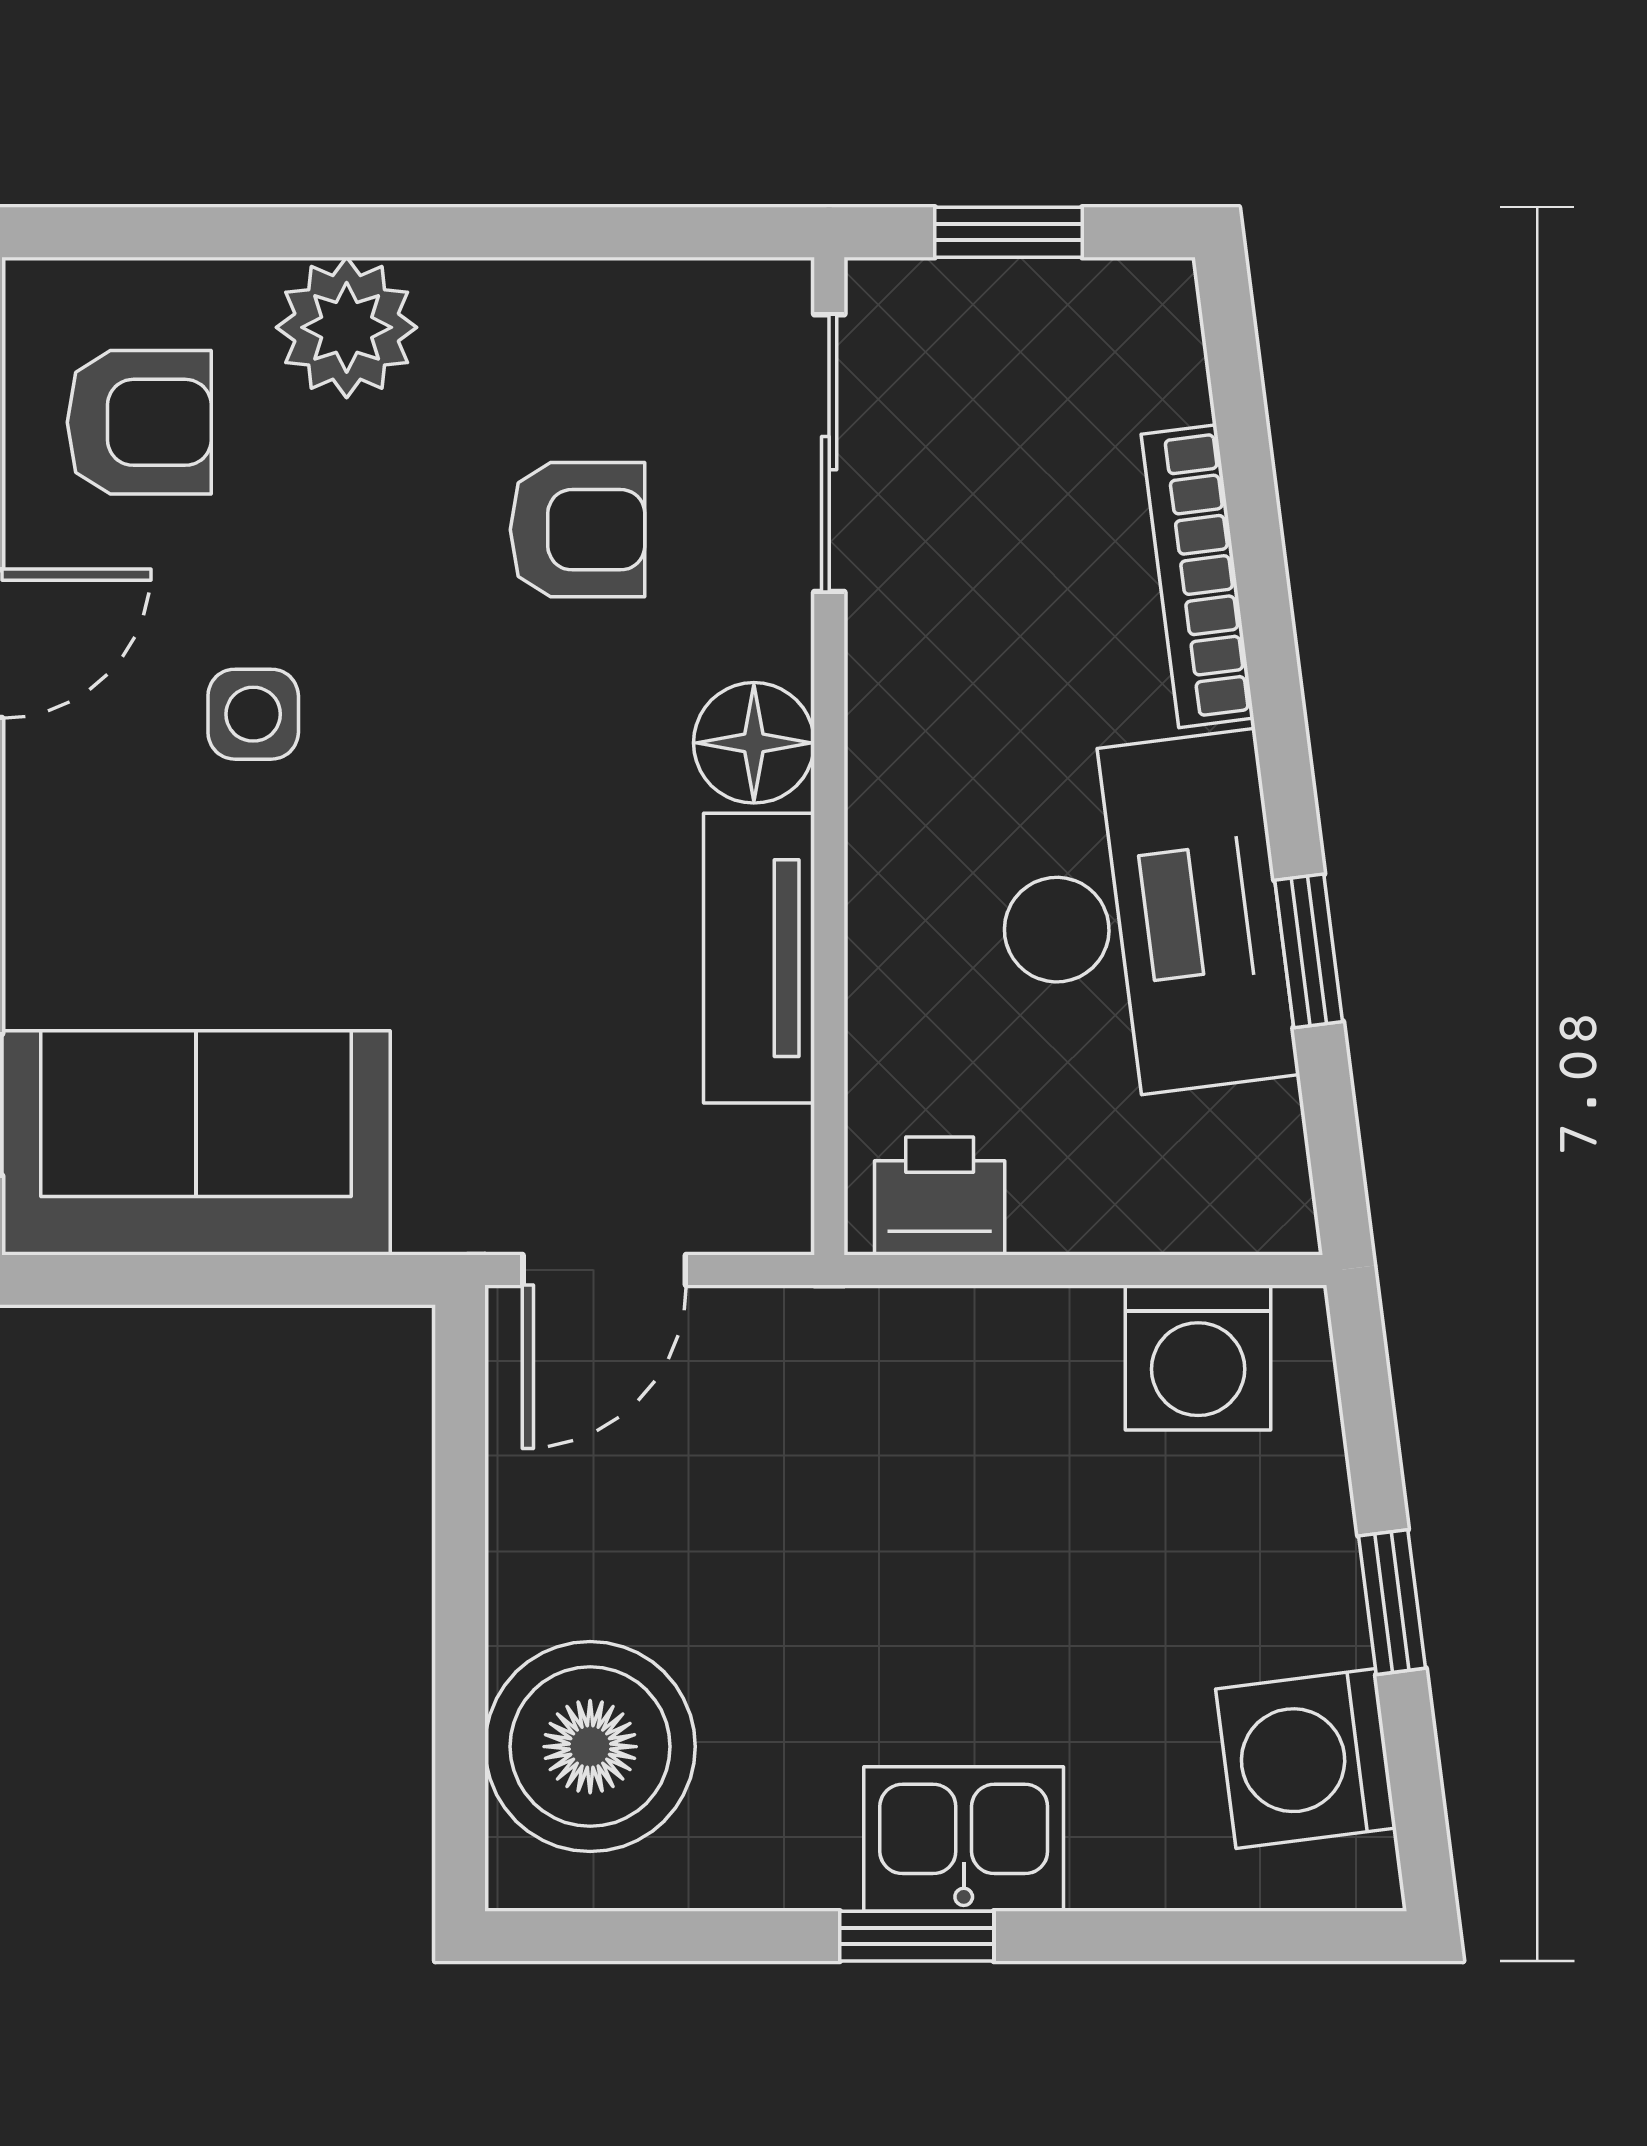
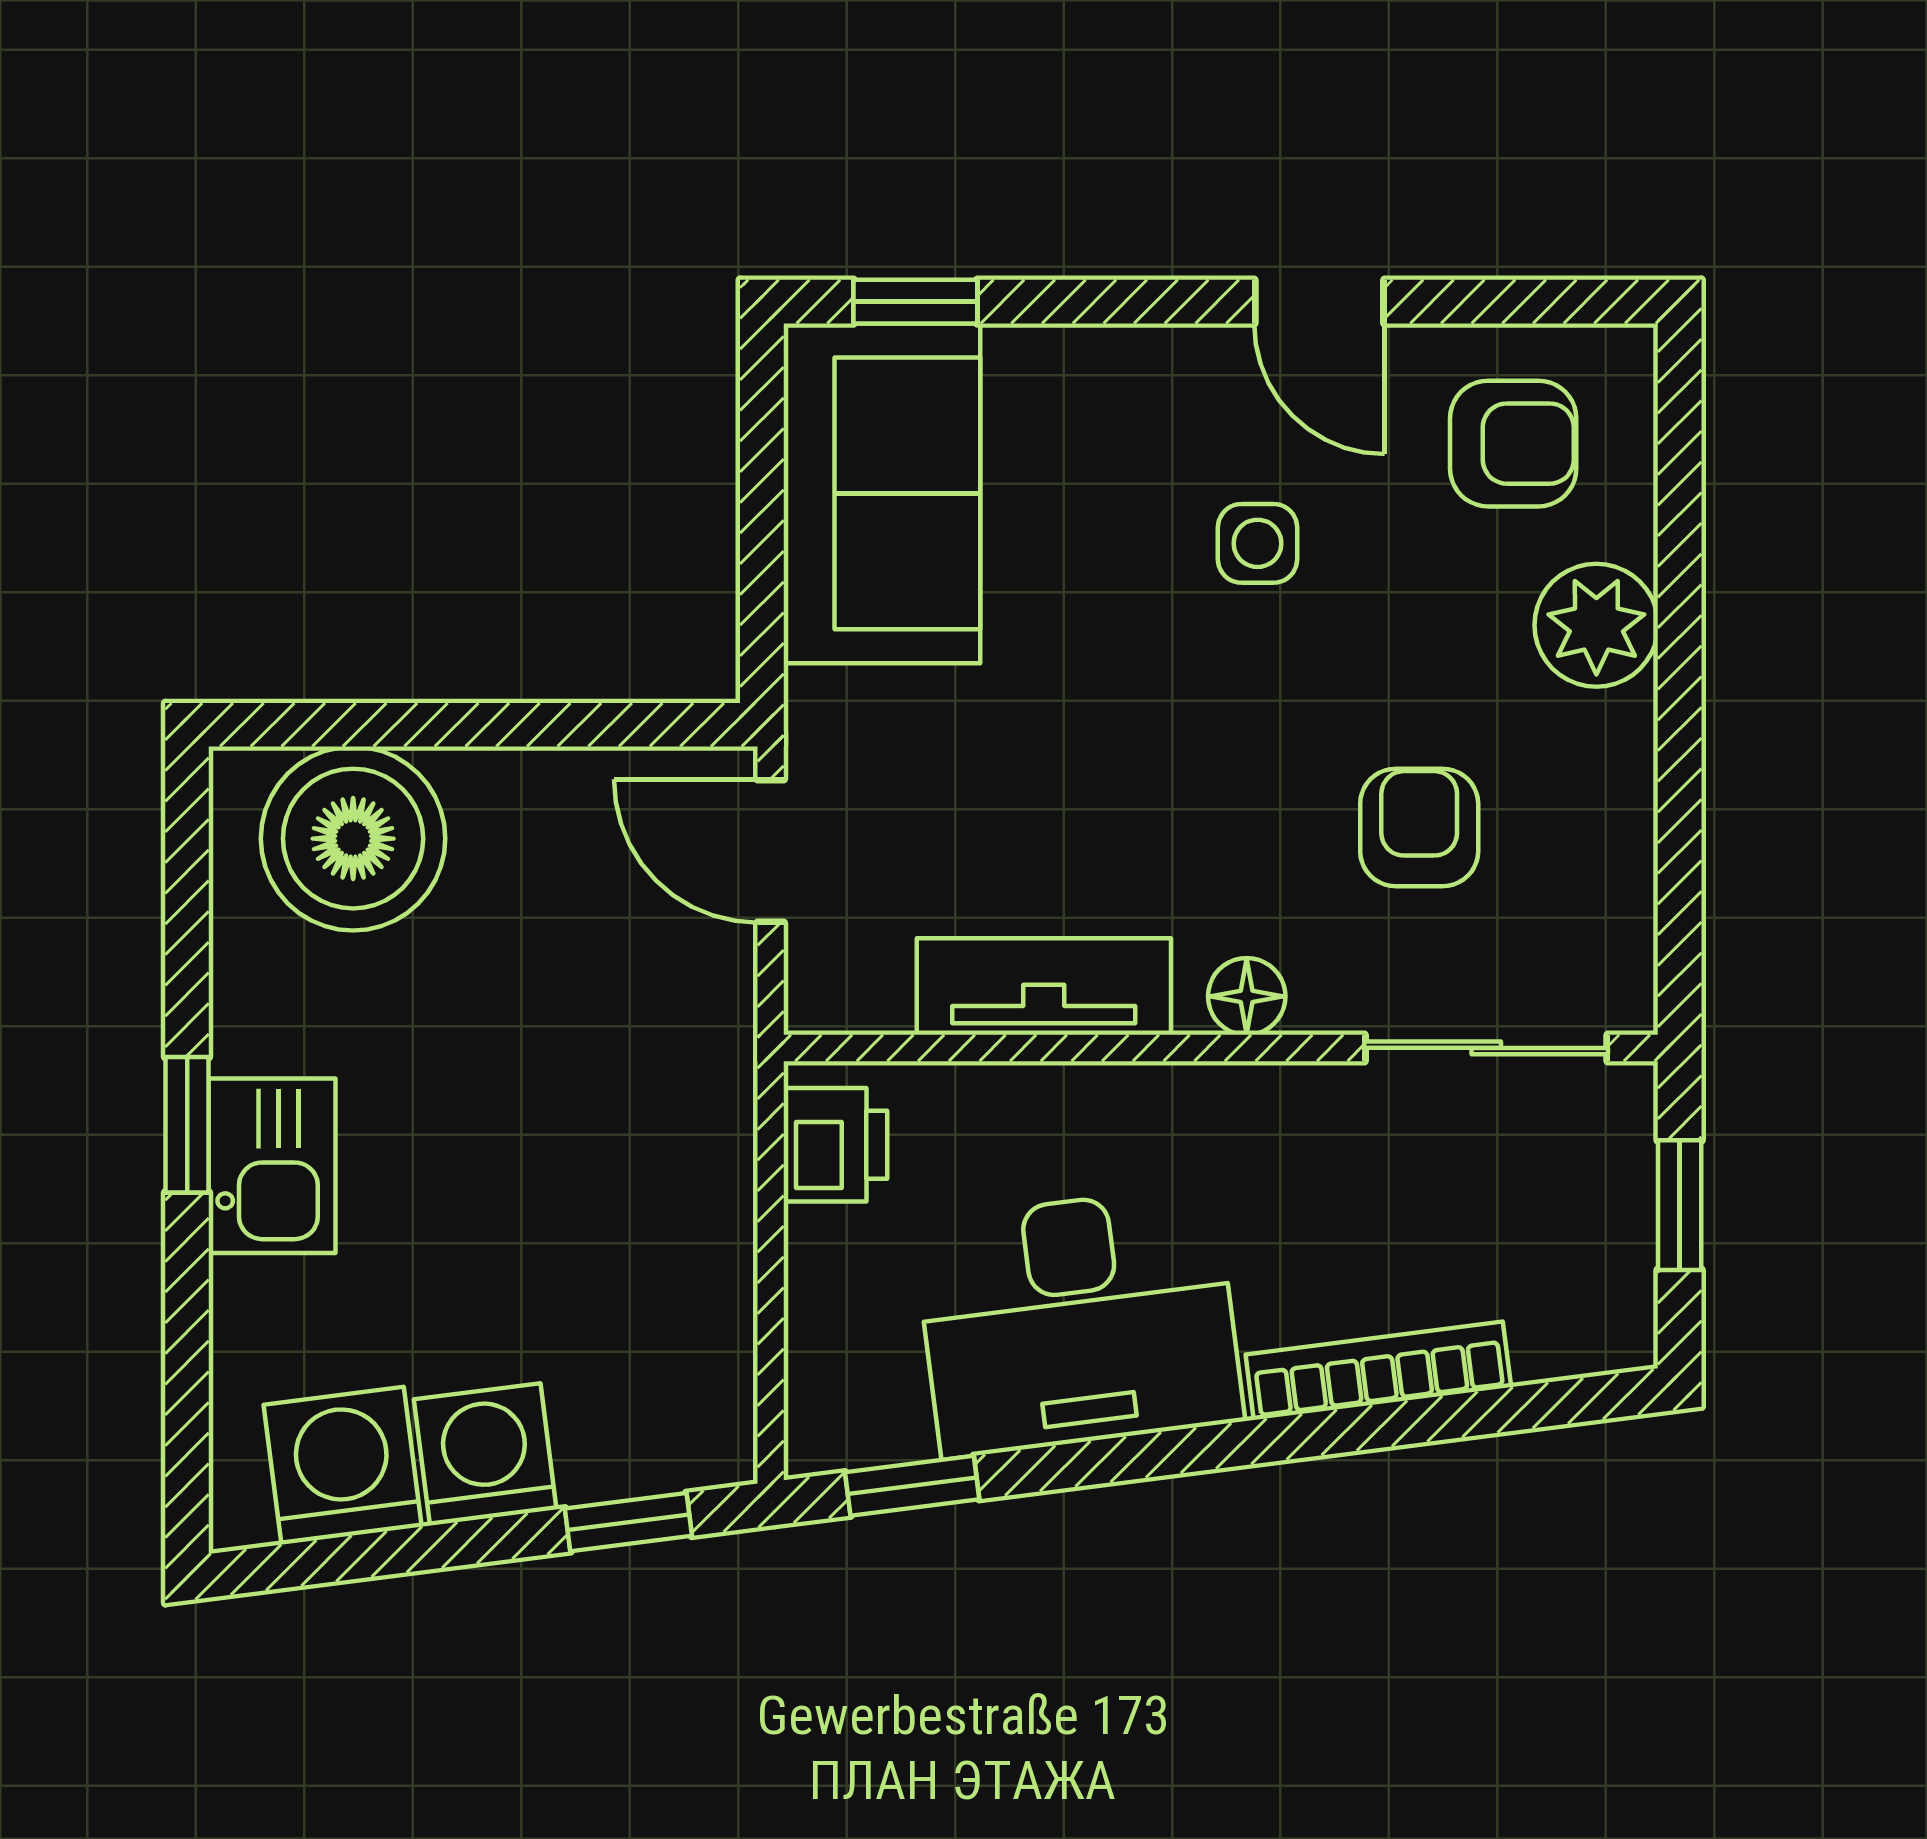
armchair: (139, 422) -> (1513, 444), turned -90
armchair: (577, 530) -> (1419, 827), turned 180
floor lamp: (754, 743) -> (1247, 996), width x0.73, depth x0.73
window: (1309, 951) -> (912, 1486), moved
washing machine: (1198, 1357) -> (485, 1454), moved, turned 83
window: (1392, 1602) -> (628, 1522), moved

